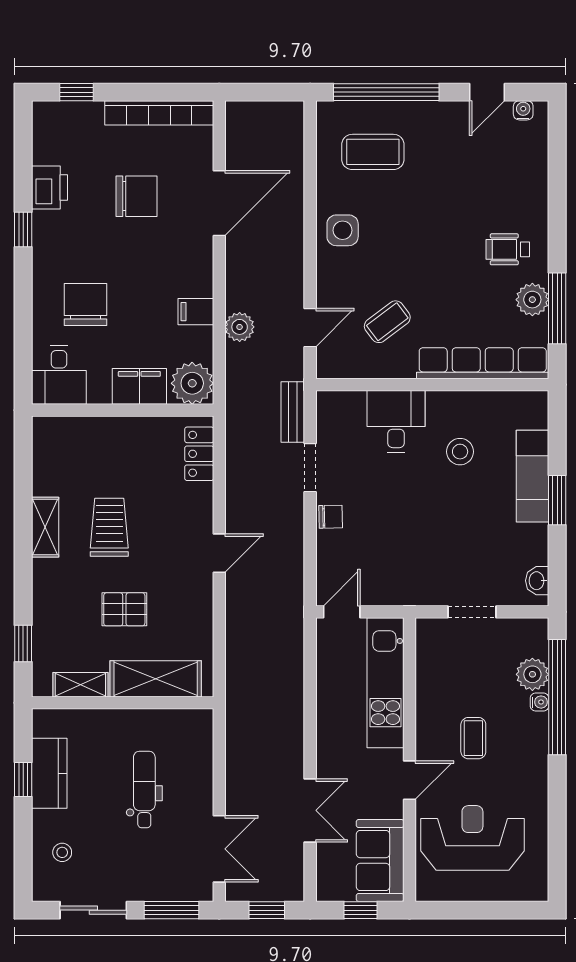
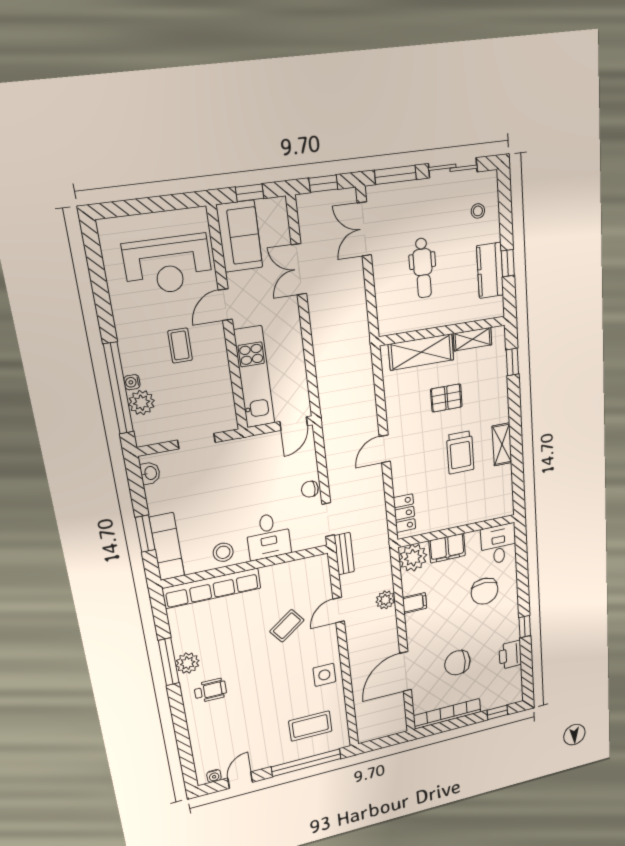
row of seats: (483, 363) -> (212, 588), moved
wall: (432, 385) -> (246, 566), moved
desk: (396, 422) -> (268, 536), moved

